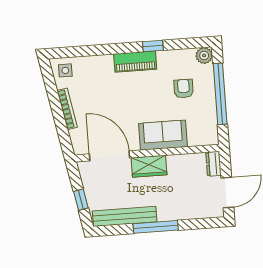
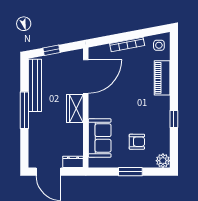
piano: (135, 62) -> (162, 78), moved
window: (220, 94) -> (130, 172), width x0.47
sofa: (163, 135) -> (100, 138), moved

